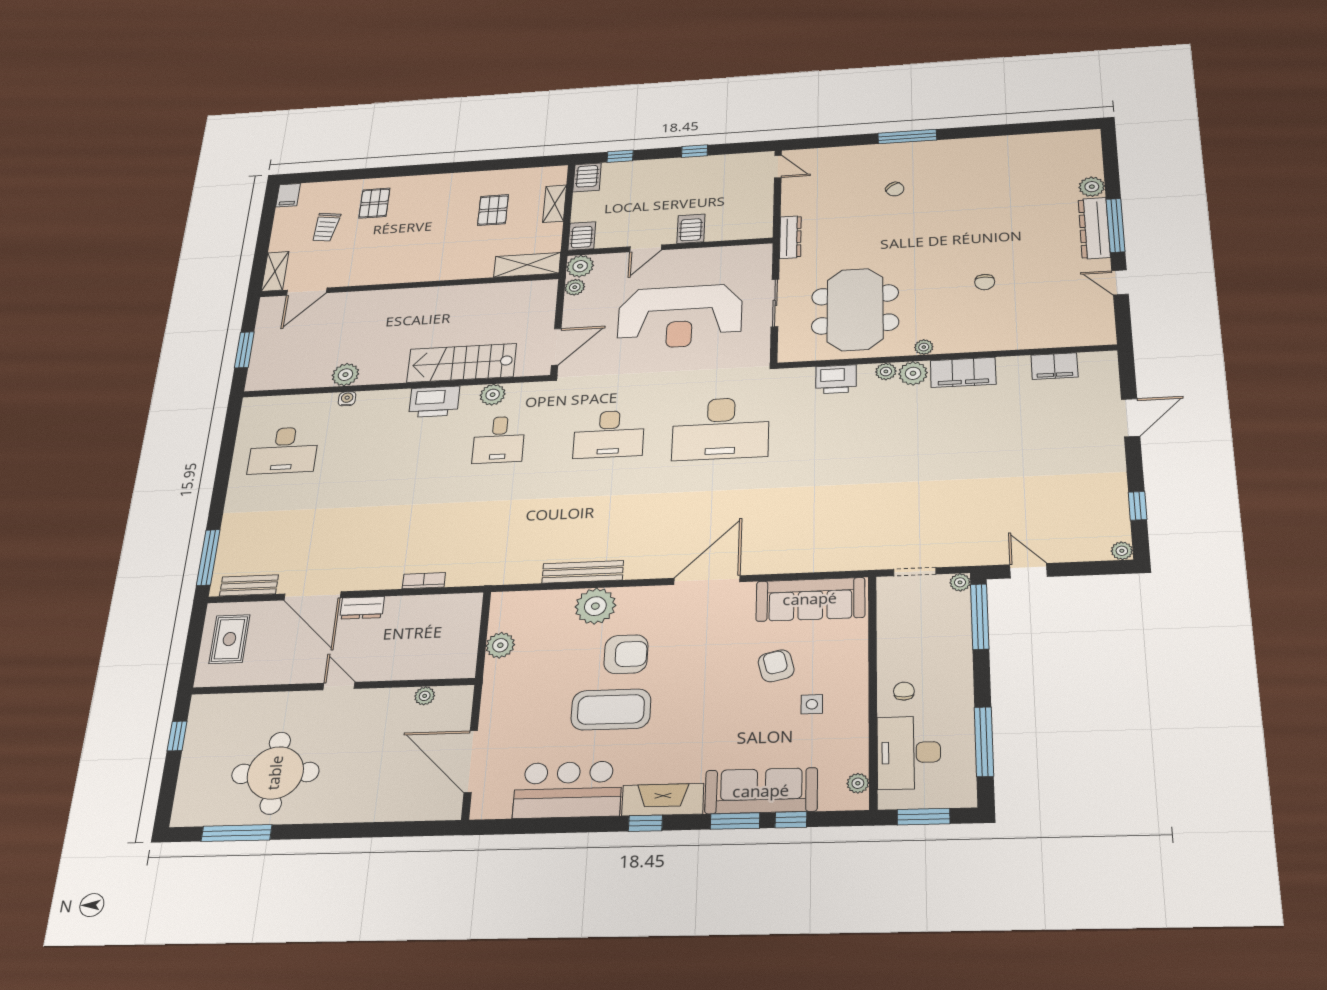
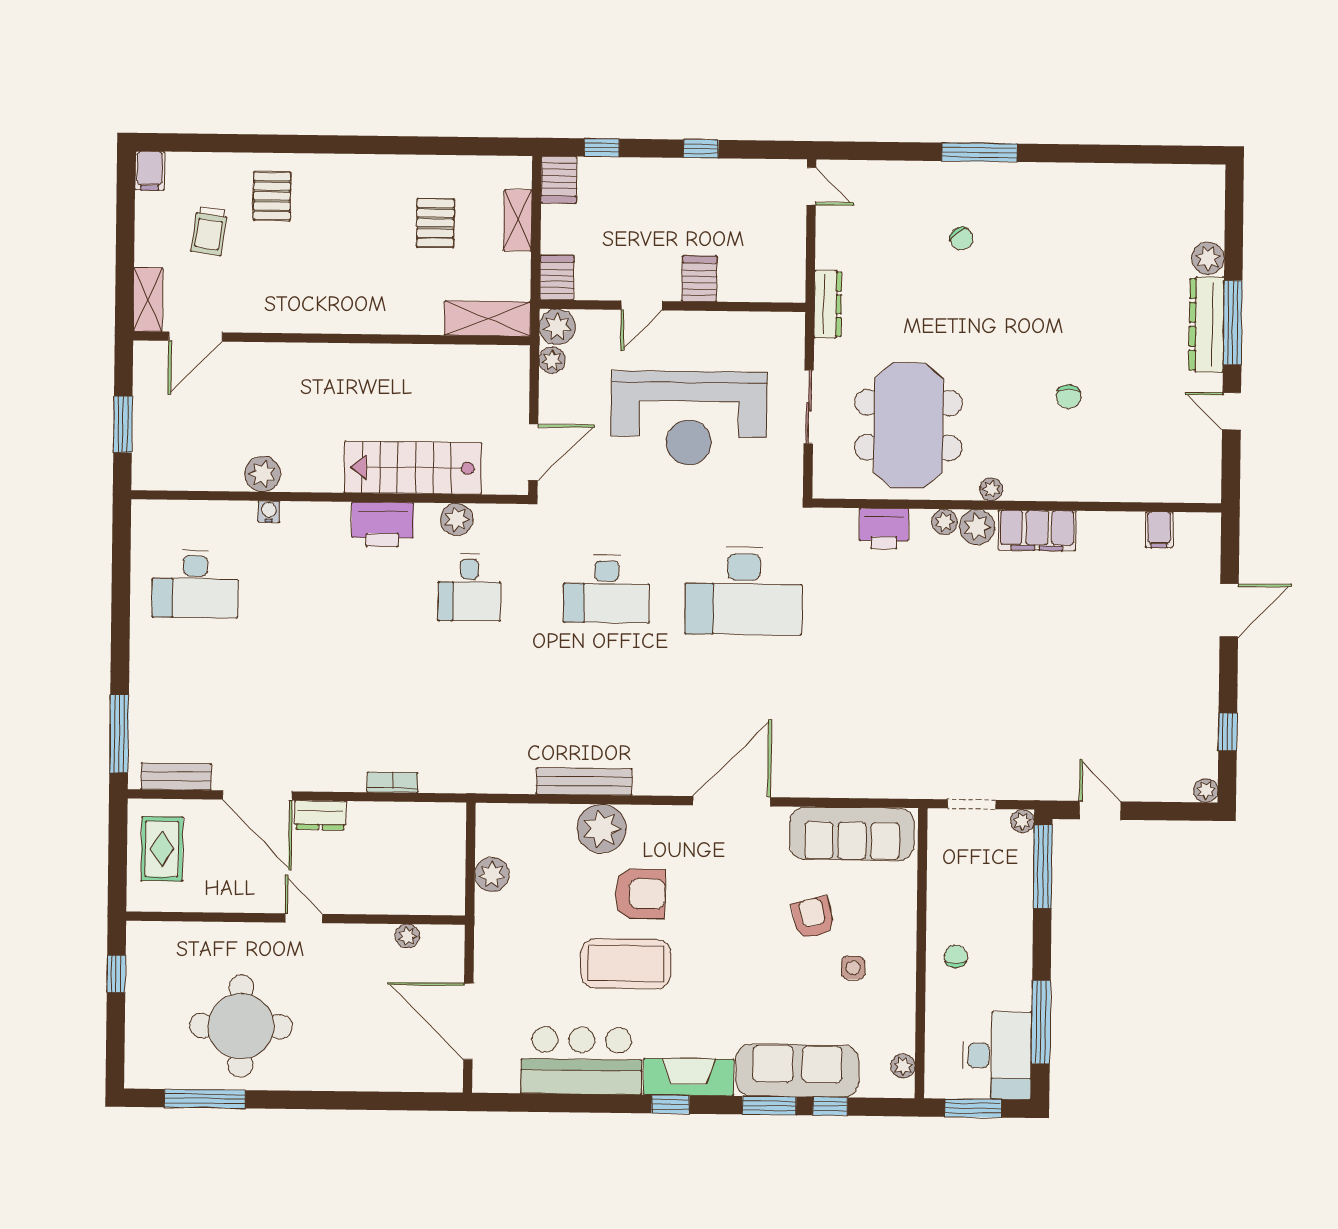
filing cabinet: (1054, 366) -> (1159, 530), width x0.50
desk: (909, 753) -> (997, 1056), moved, turned 180

